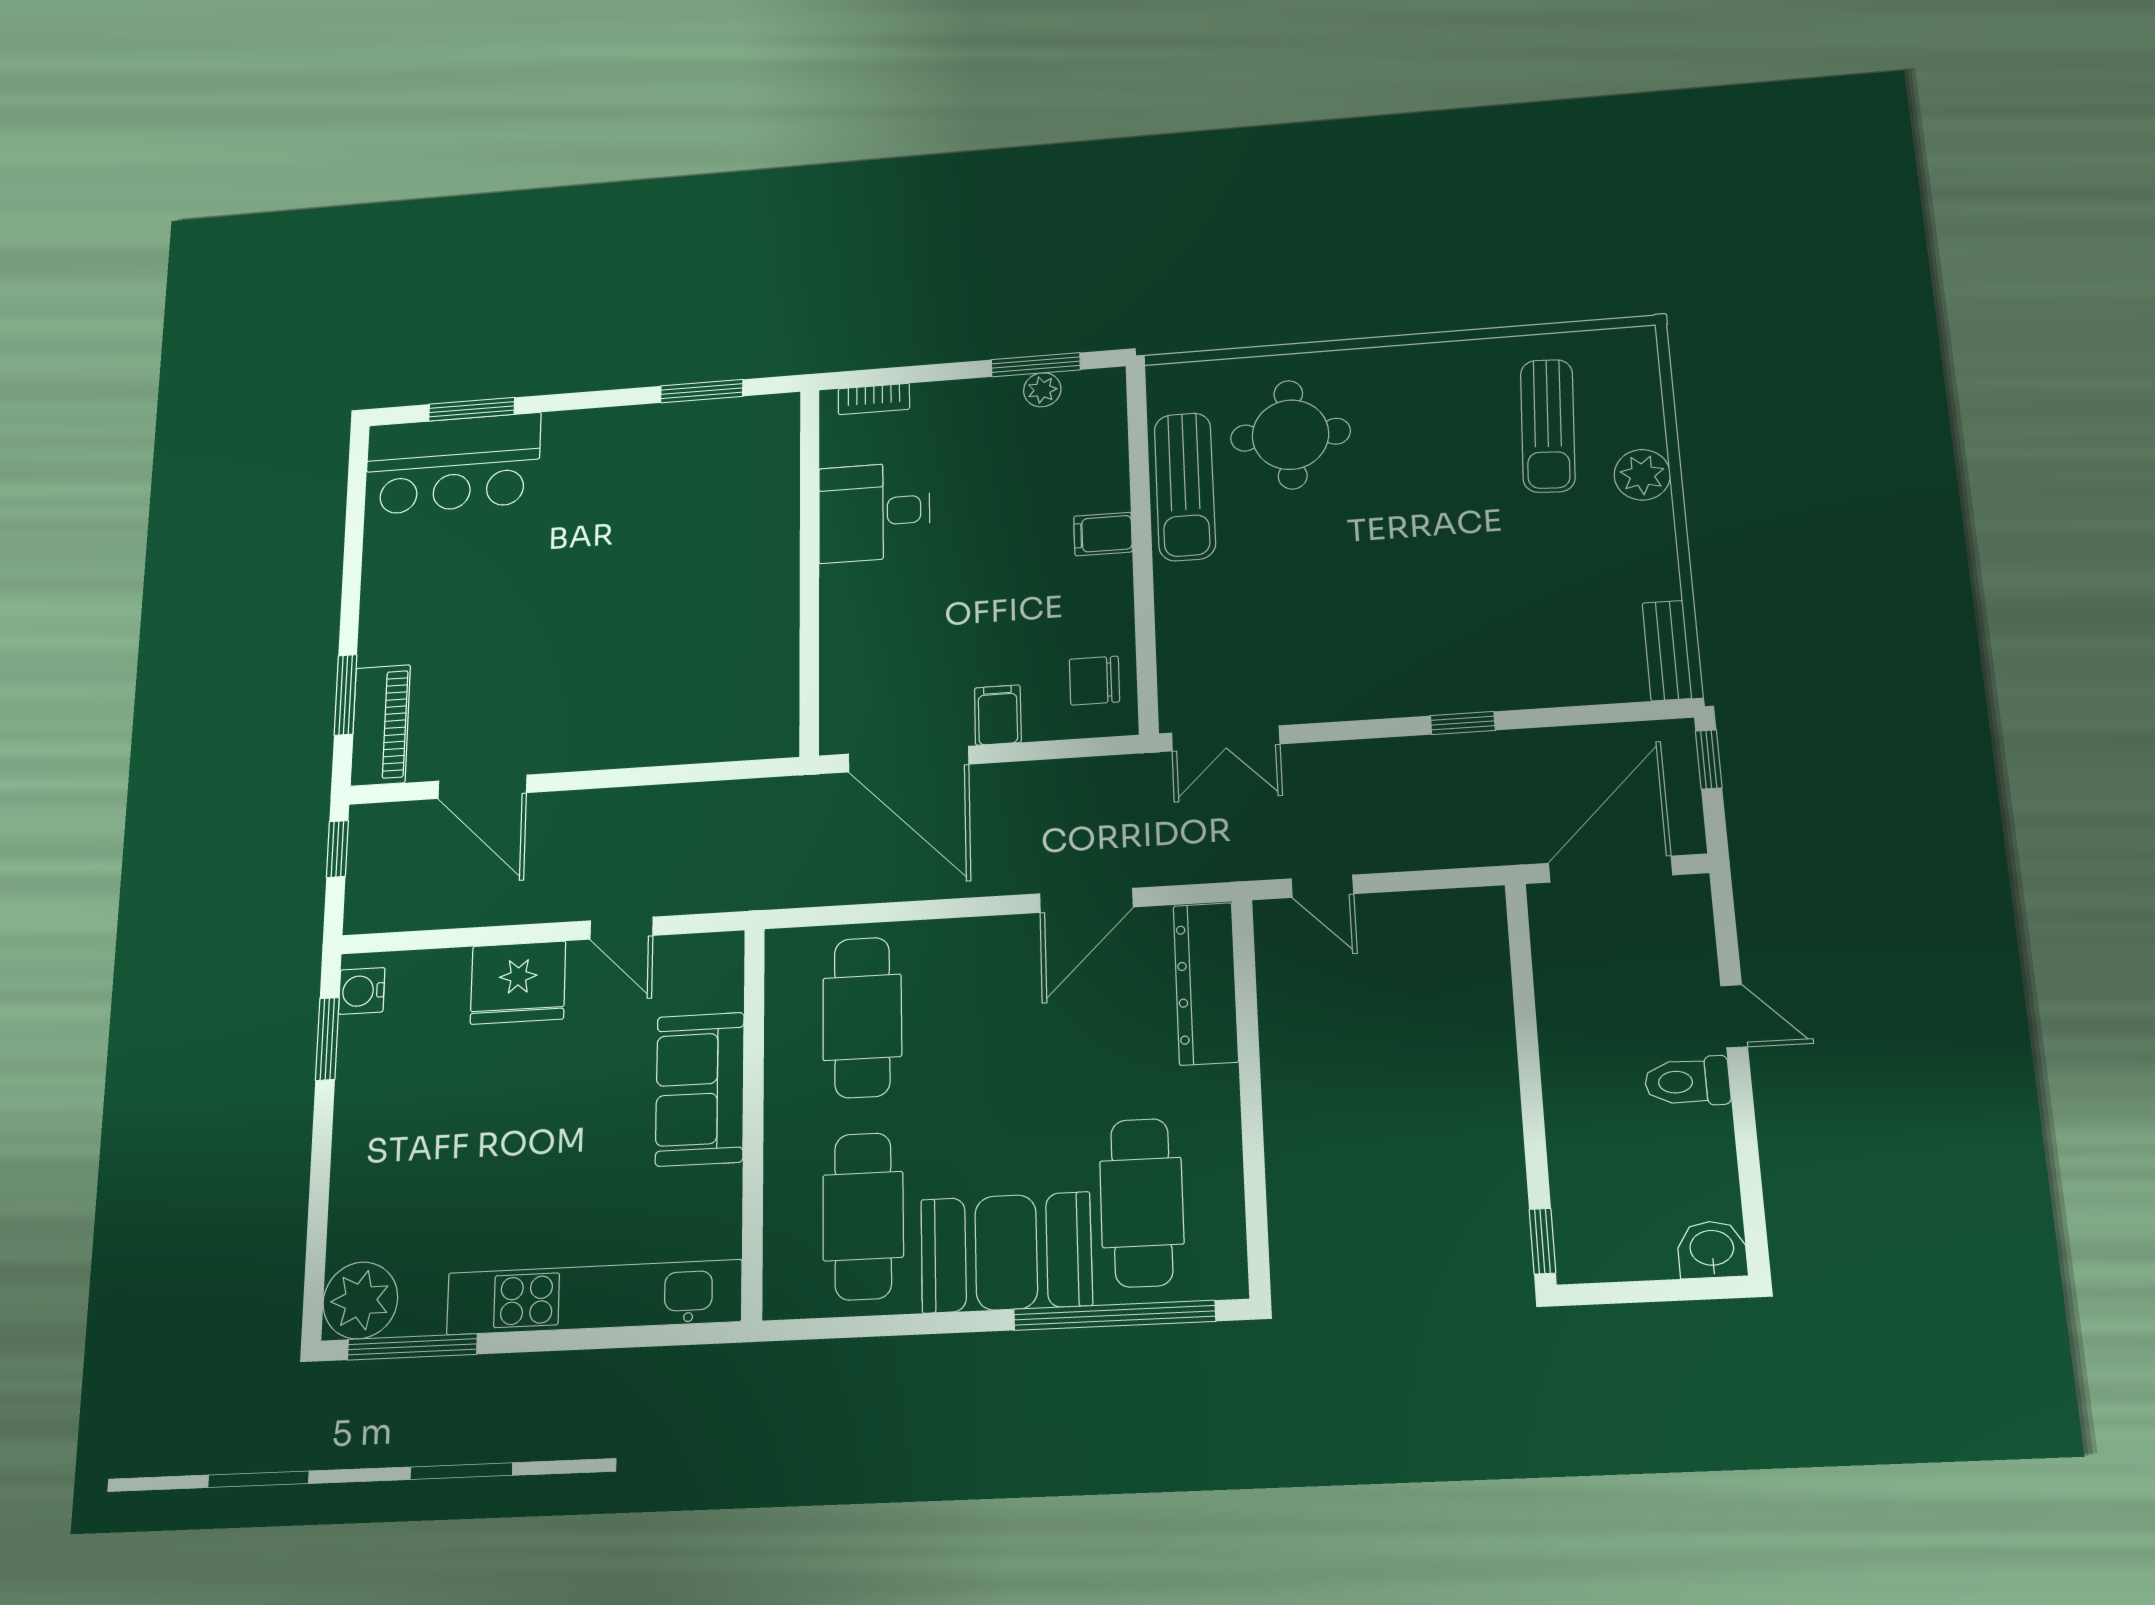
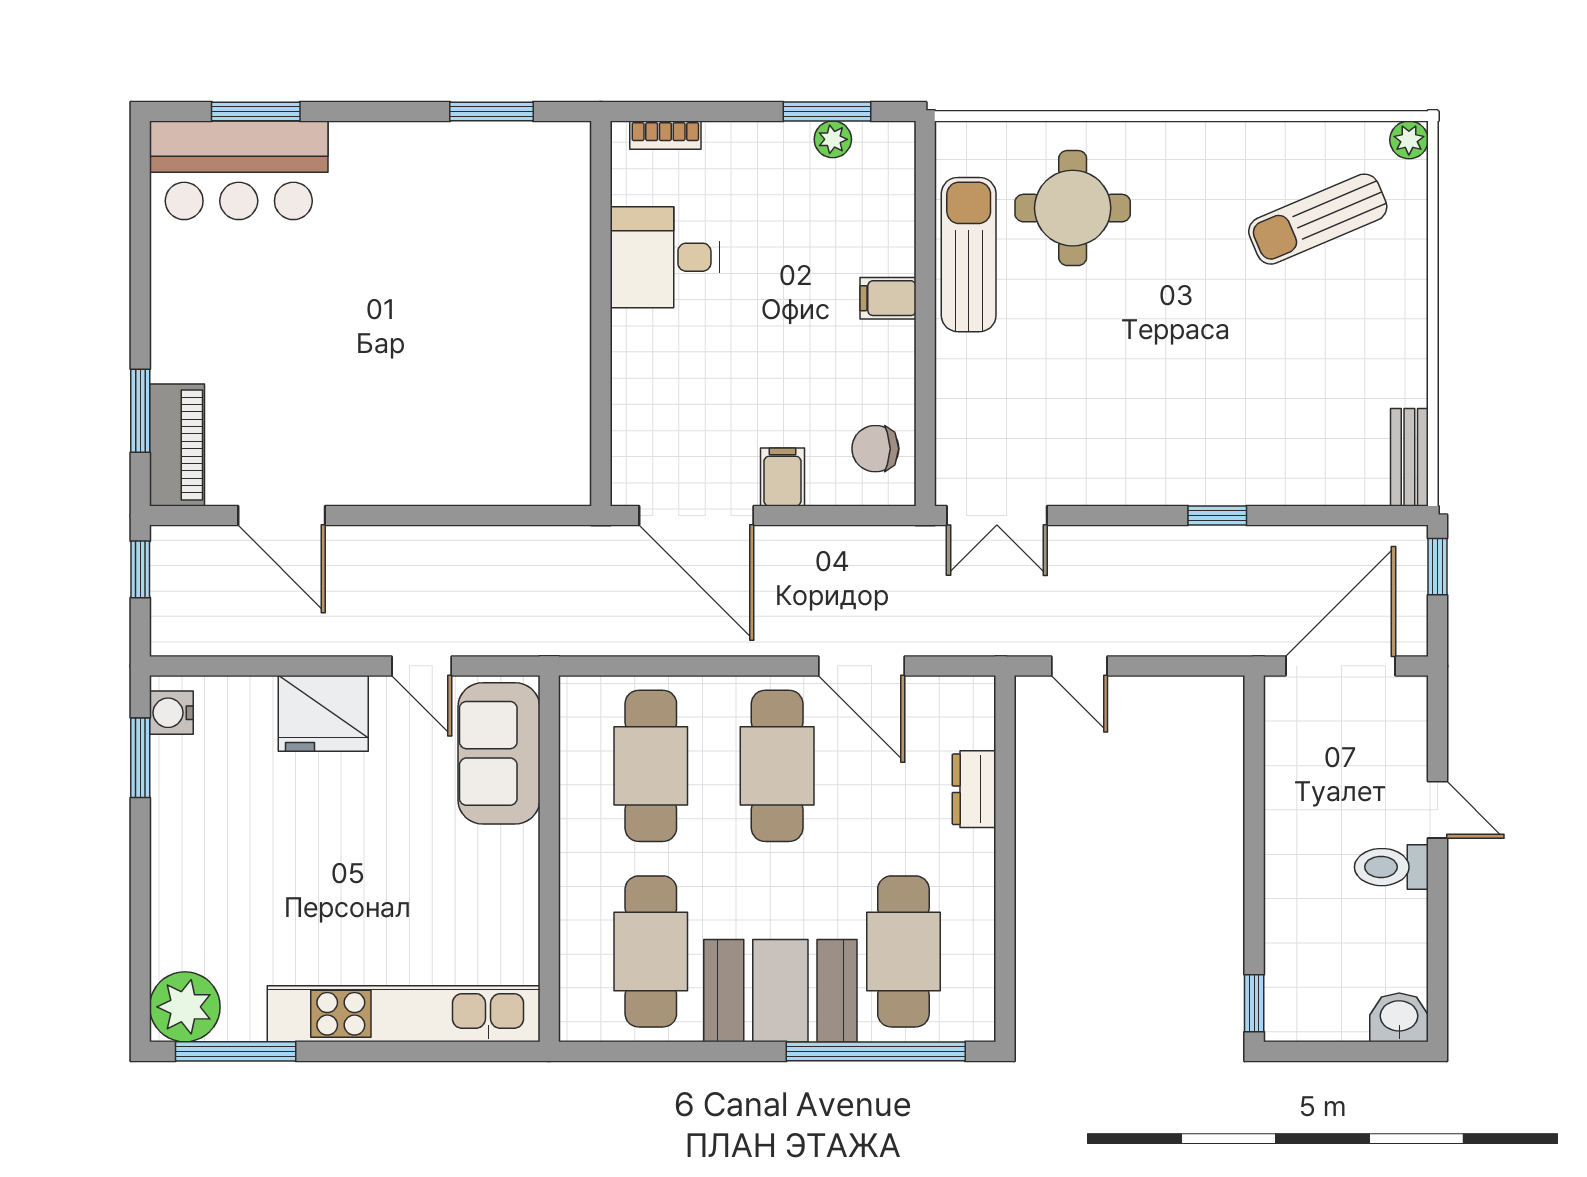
sun lounger: (1548, 426) -> (1318, 219), turned 64
plant: (1642, 475) -> (1409, 140), moved, width x0.73, depth x0.73
sun lounger: (1185, 487) -> (969, 255), turned 180
door: (1086, 900) -> (862, 666), hinge flipped
dresser: (1206, 984) -> (974, 789), width x0.51, depth x0.80
cafe table: (998, 1010) -> (777, 766), added
sofa: (700, 1089) -> (499, 753), moved

